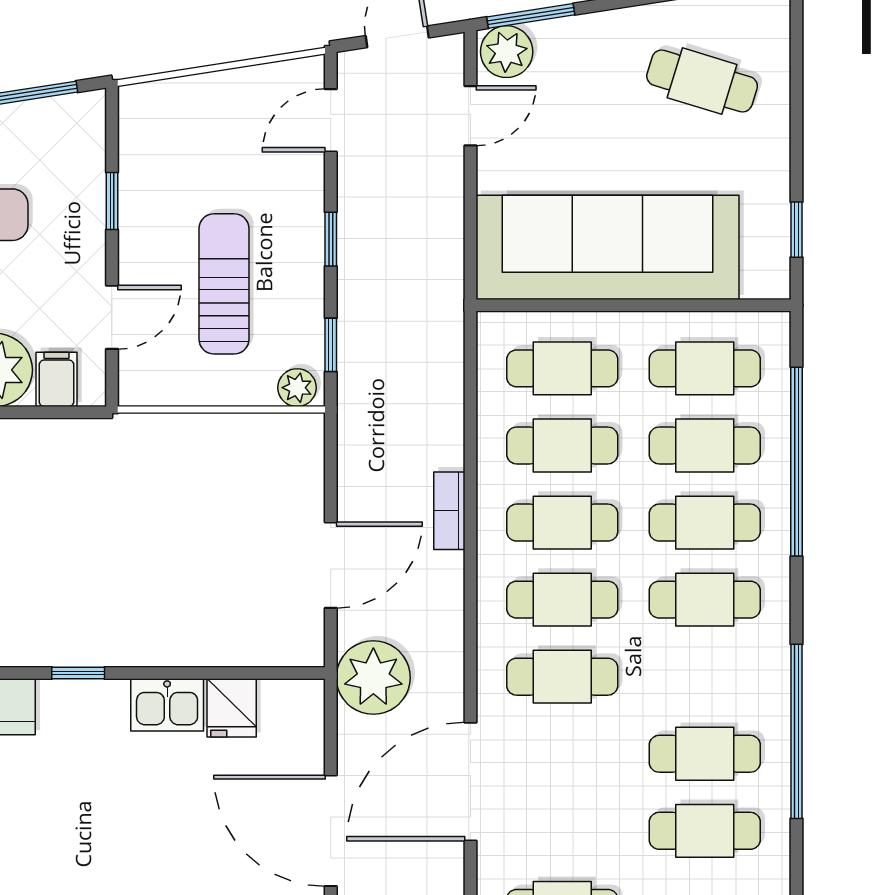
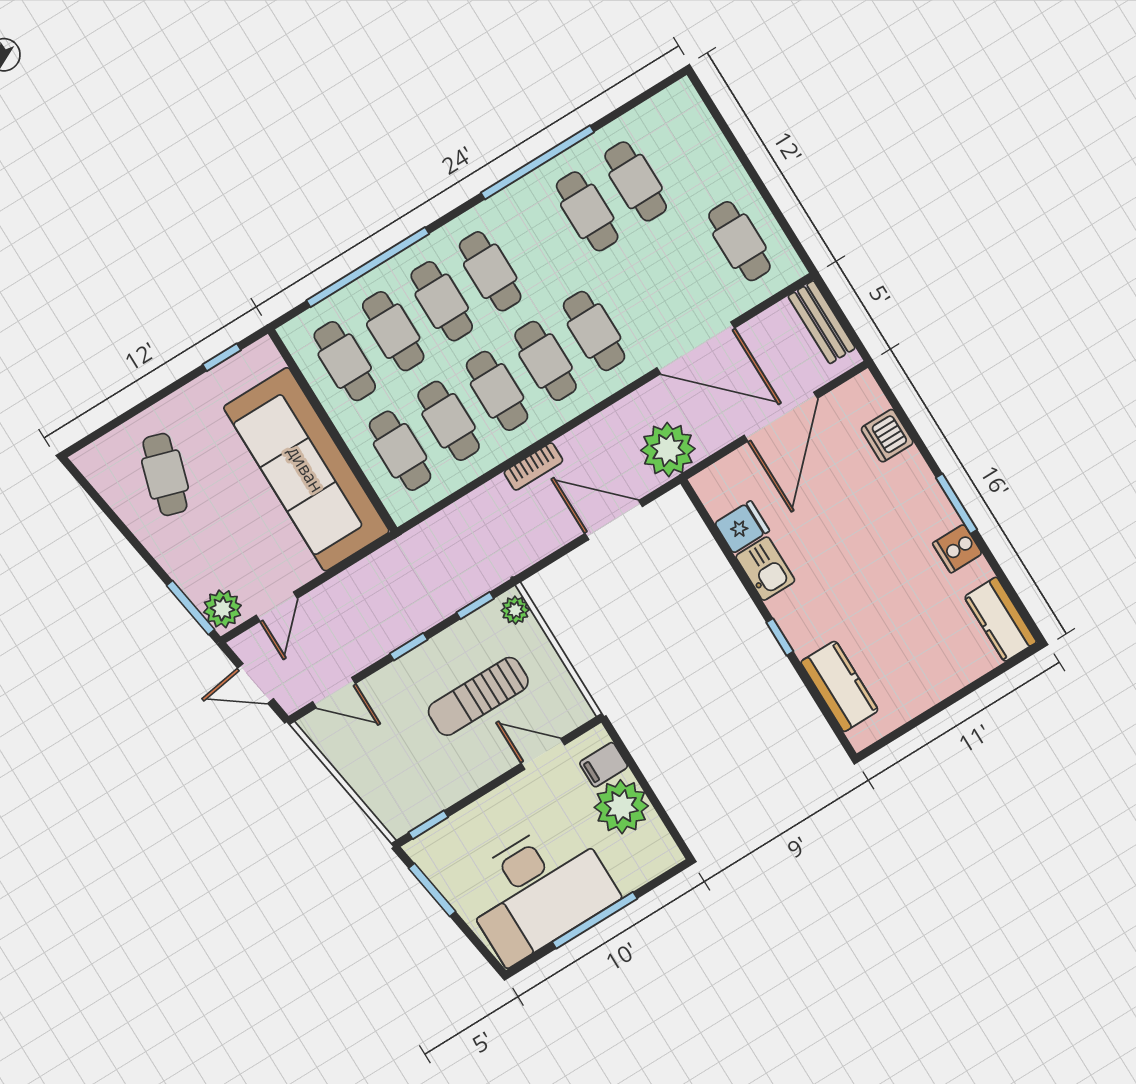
door: (471, 116) -> (277, 607), swing flipped
window: (112, 201) -> (428, 825), moved

